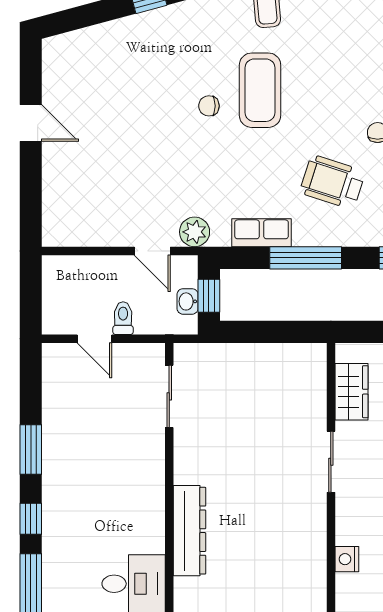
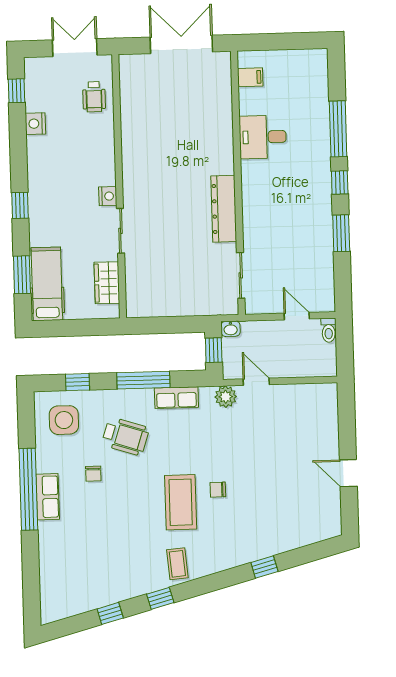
chair: (209, 106) -> (218, 490), turned 180
washbasin: (188, 301) -> (231, 329), moved, turned 90
toilet: (123, 318) -> (329, 330), moved
dresser: (189, 531) -> (224, 209), moved
nightstand: (347, 559) -> (108, 196), moved

